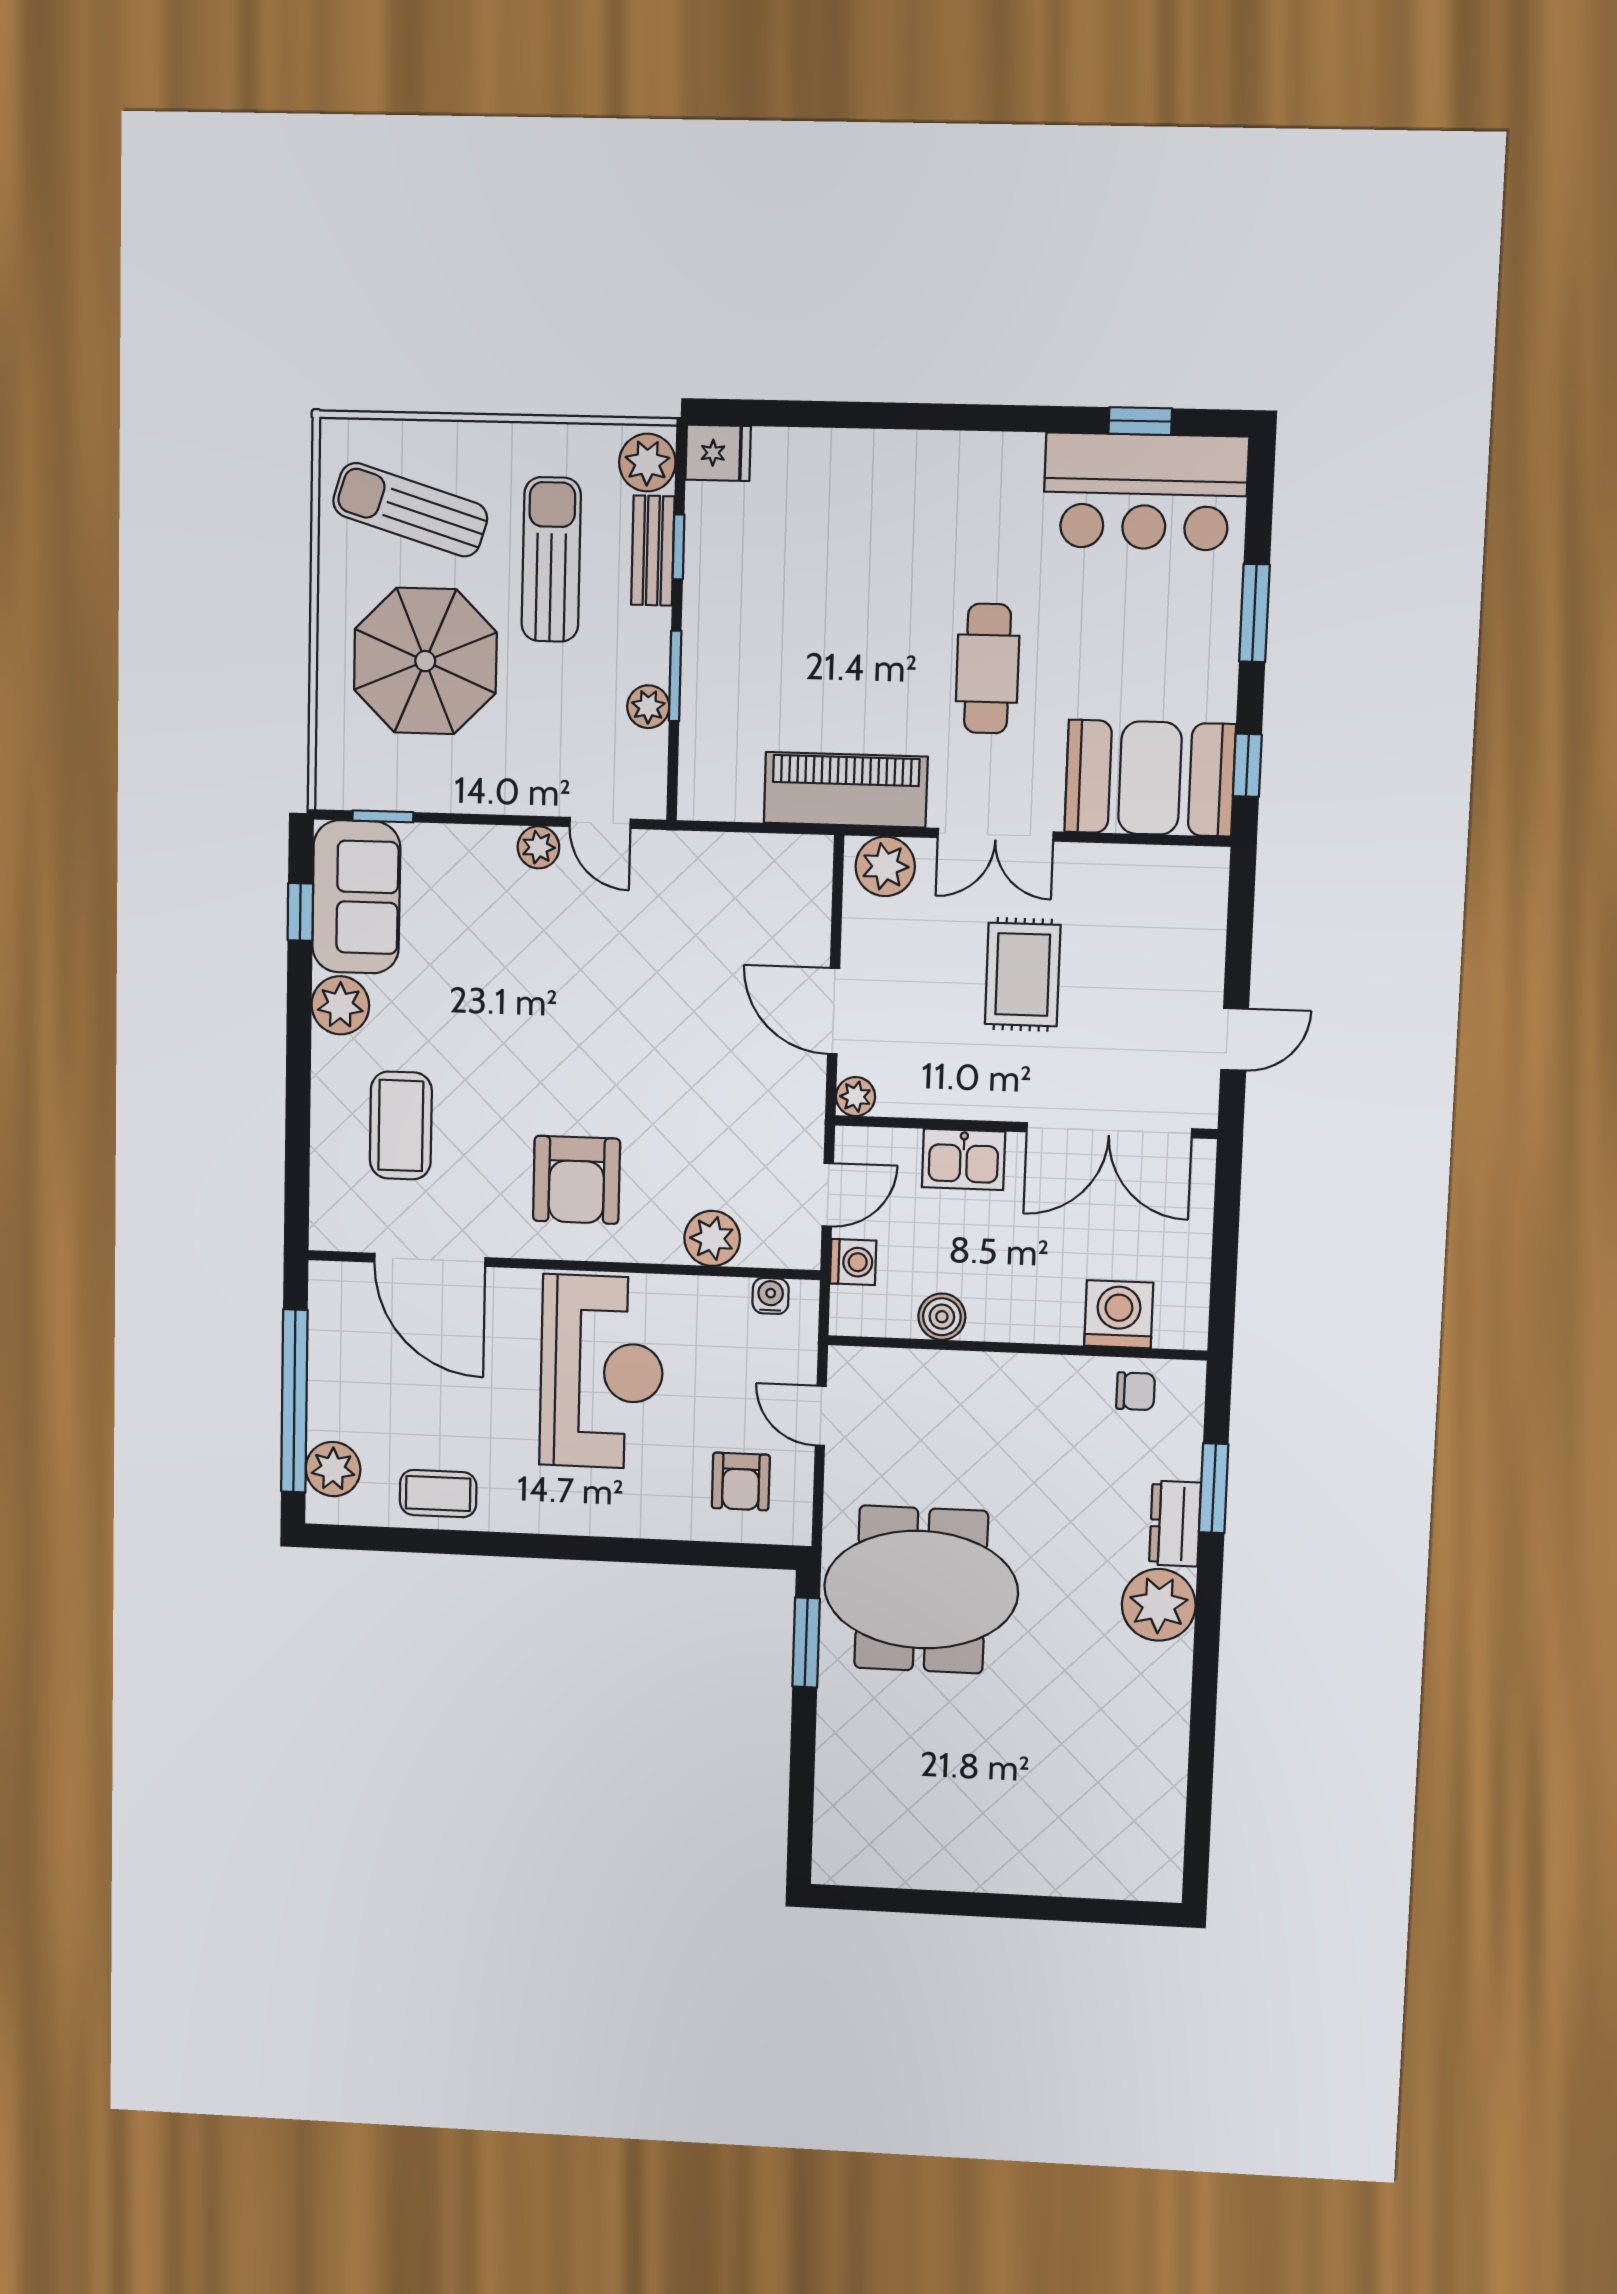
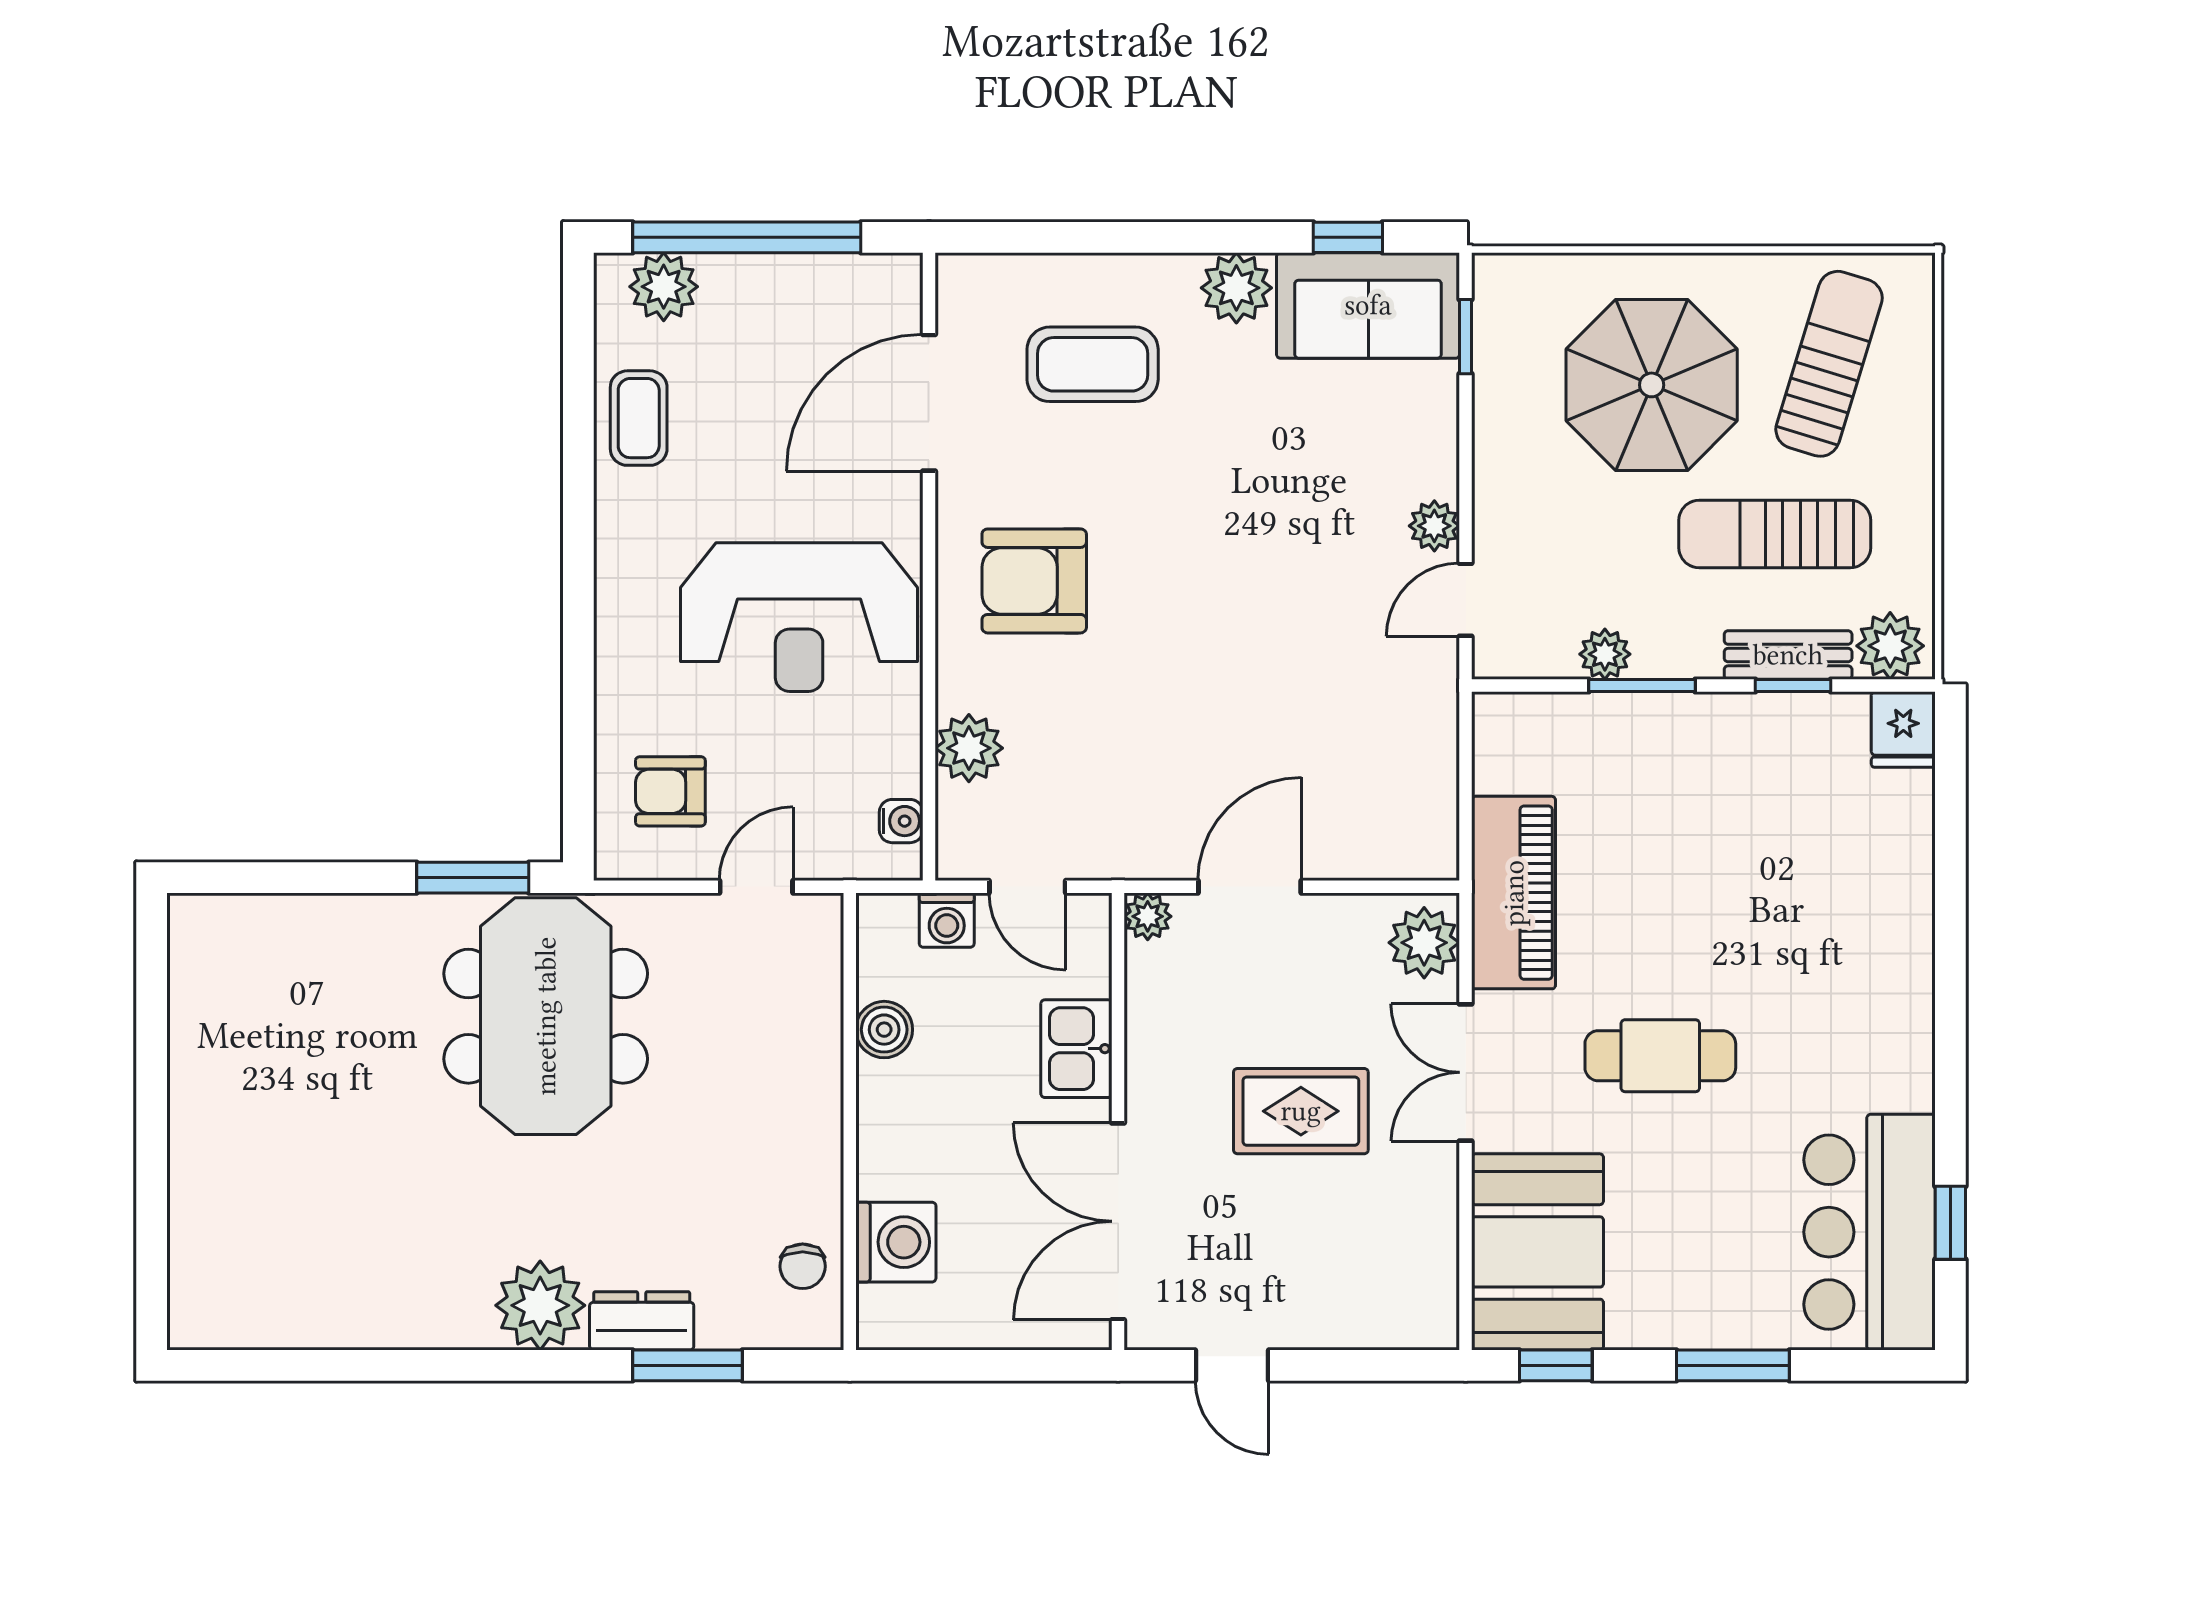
sun lounger: (551, 560) -> (1775, 534), turned 180

